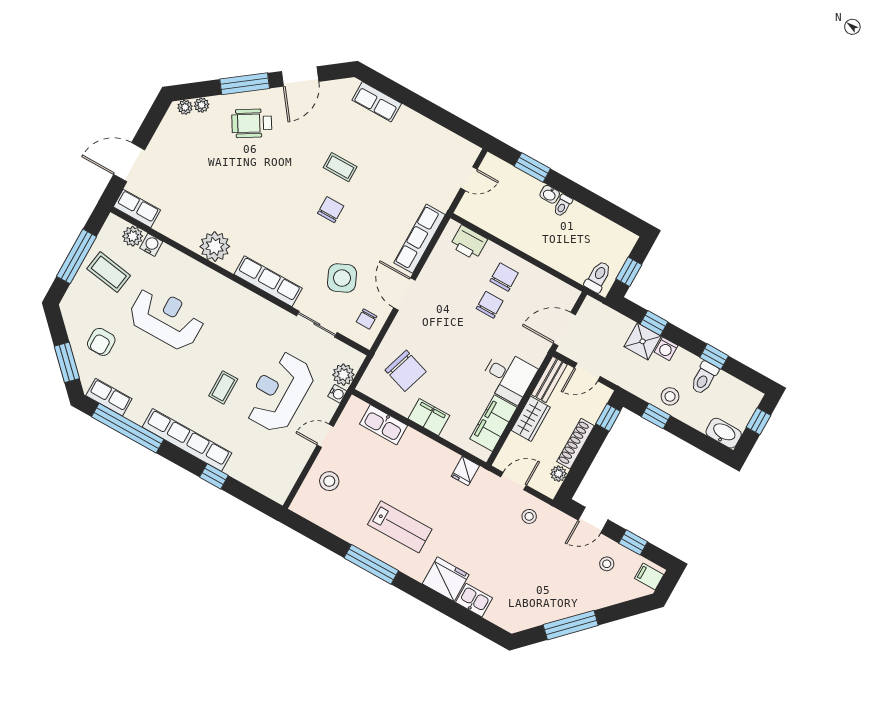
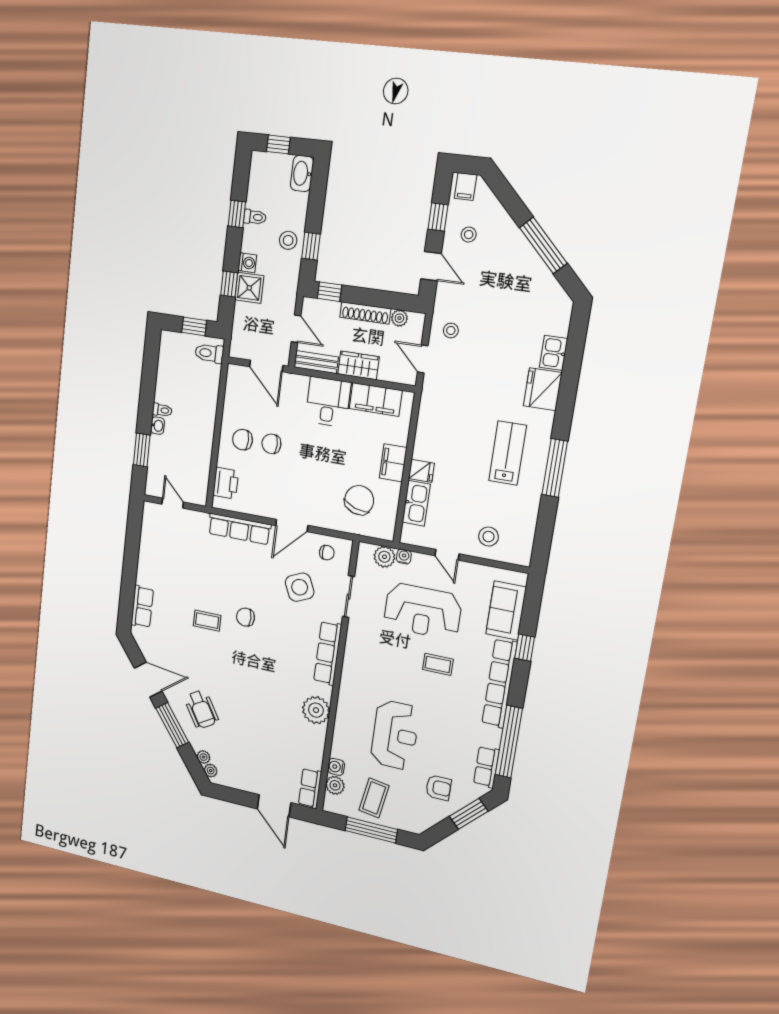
coffee table: (340, 167) -> (207, 621), turned 90
reception desk: (166, 318) -> (395, 735), turned 180
toilet: (704, 378) -> (255, 217), width x0.73, depth x0.72
fridge: (465, 471) -> (421, 471), moved
sofa: (254, 472) -> (506, 611), added

